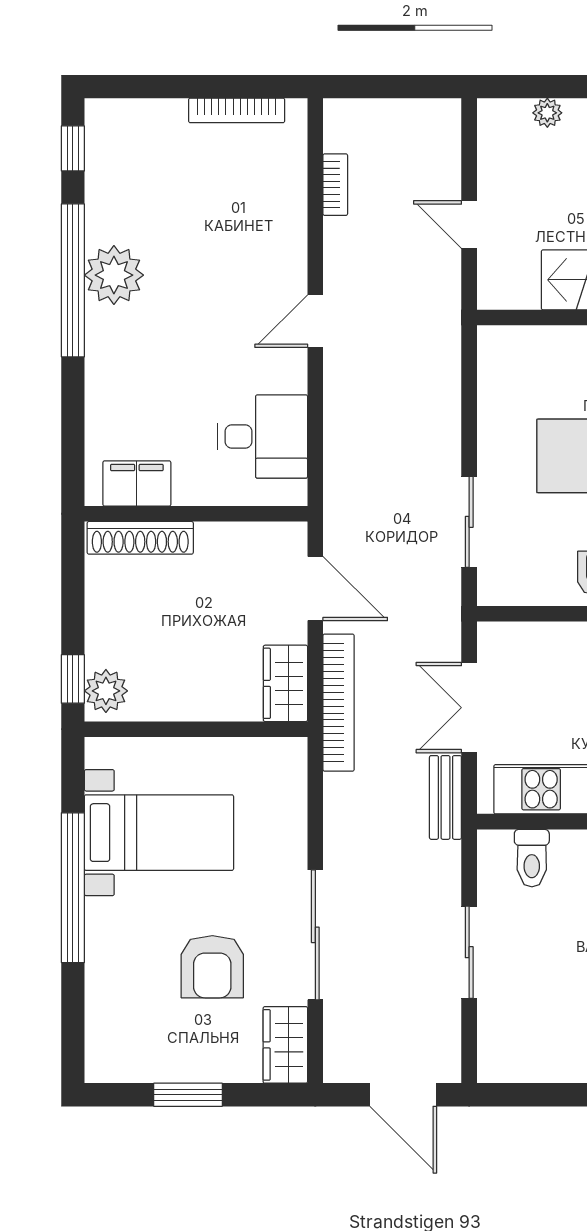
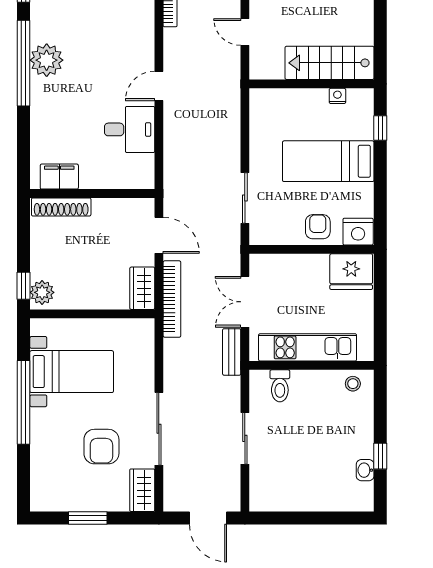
desk: (263, 436) -> (130, 129), moved

